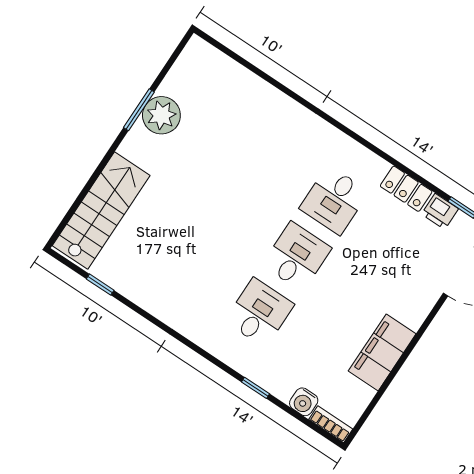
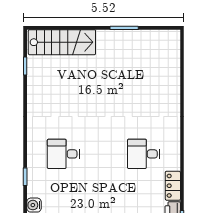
plant: (161, 115) -> (129, 41), removed
desk: (297, 256) -> (104, 154), removed
desk: (259, 313) -> (63, 154), turned 180

